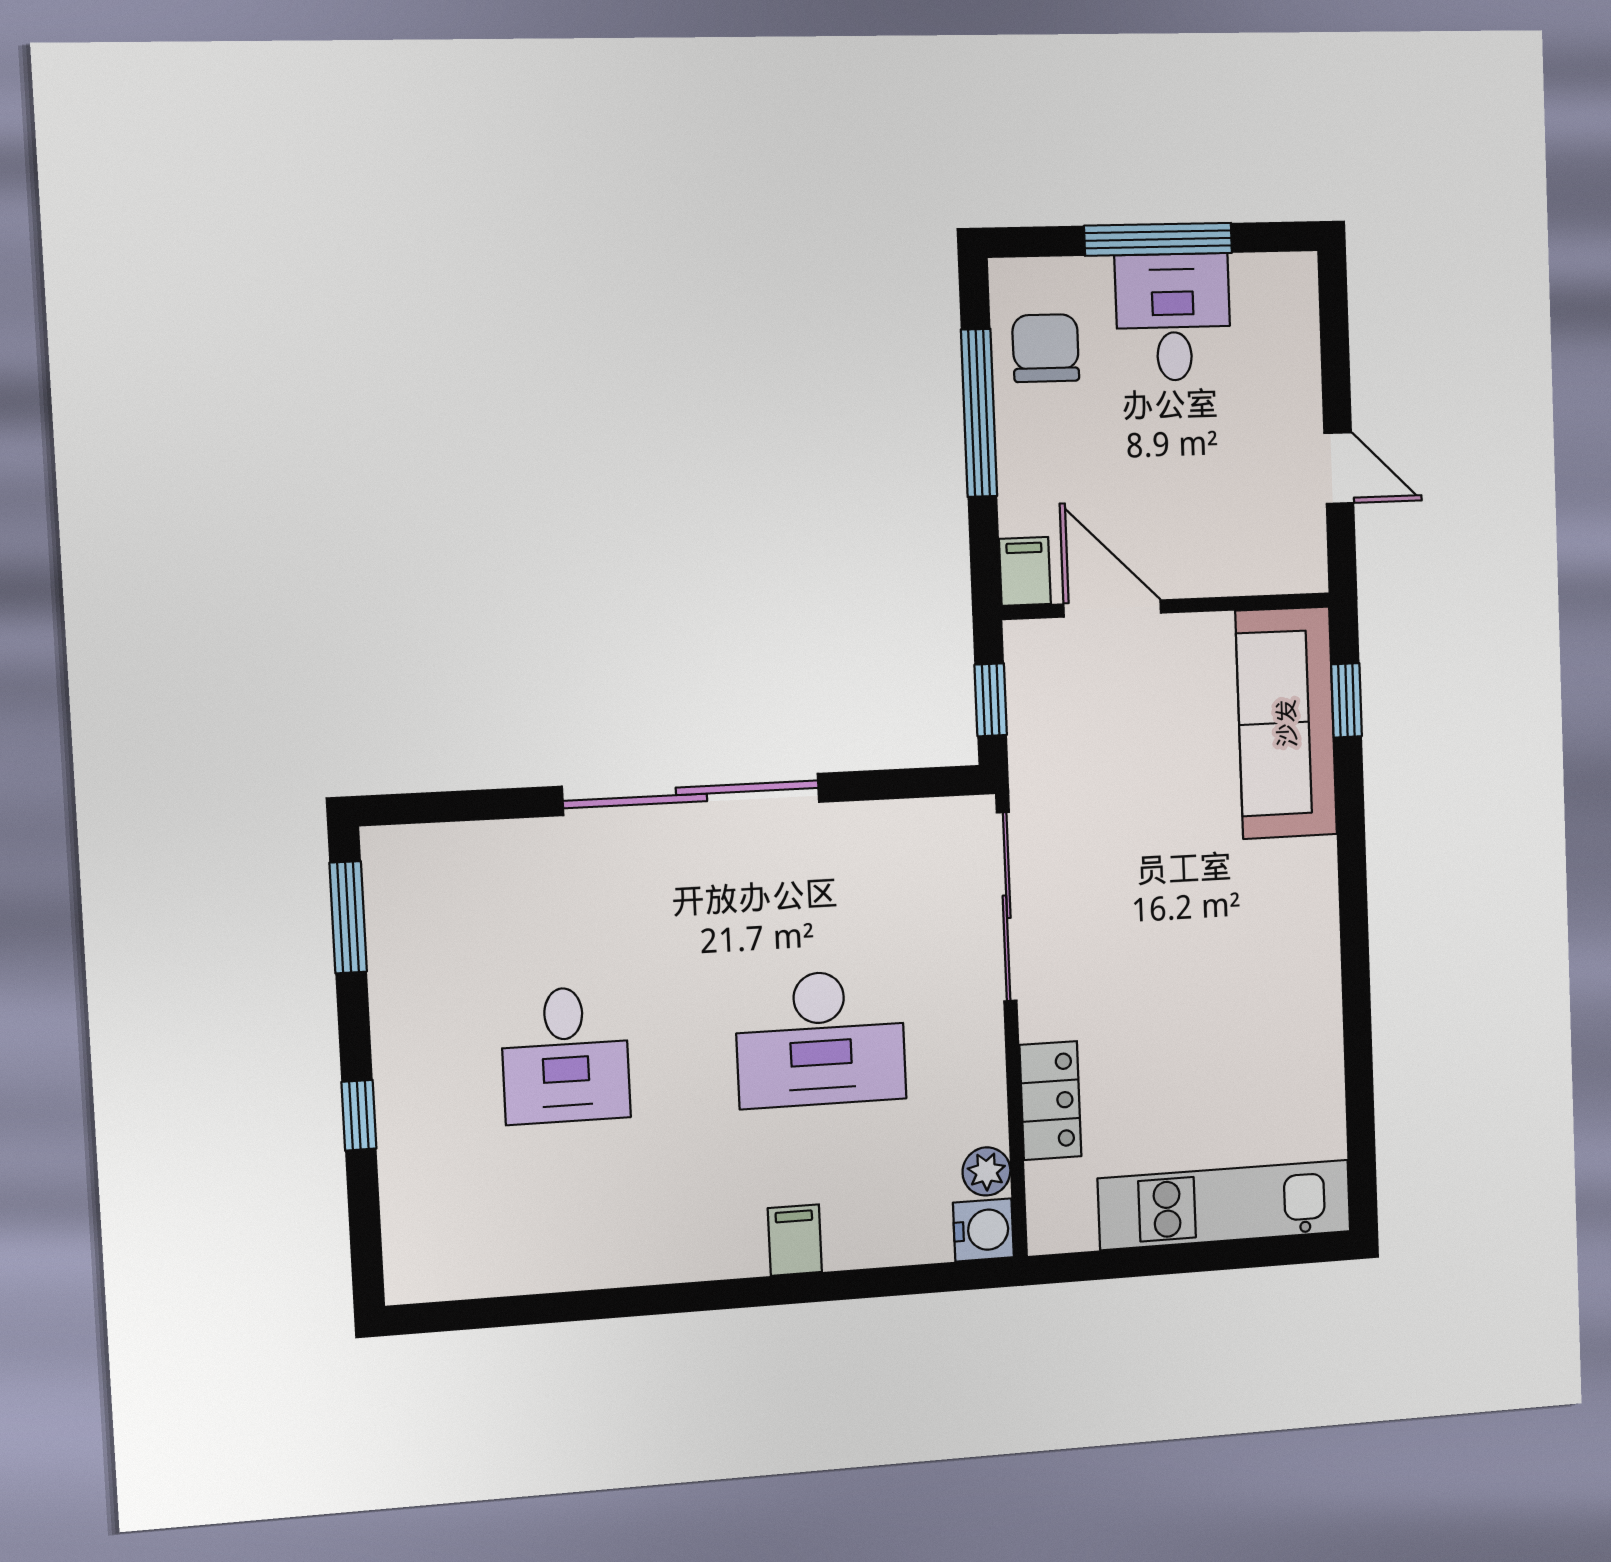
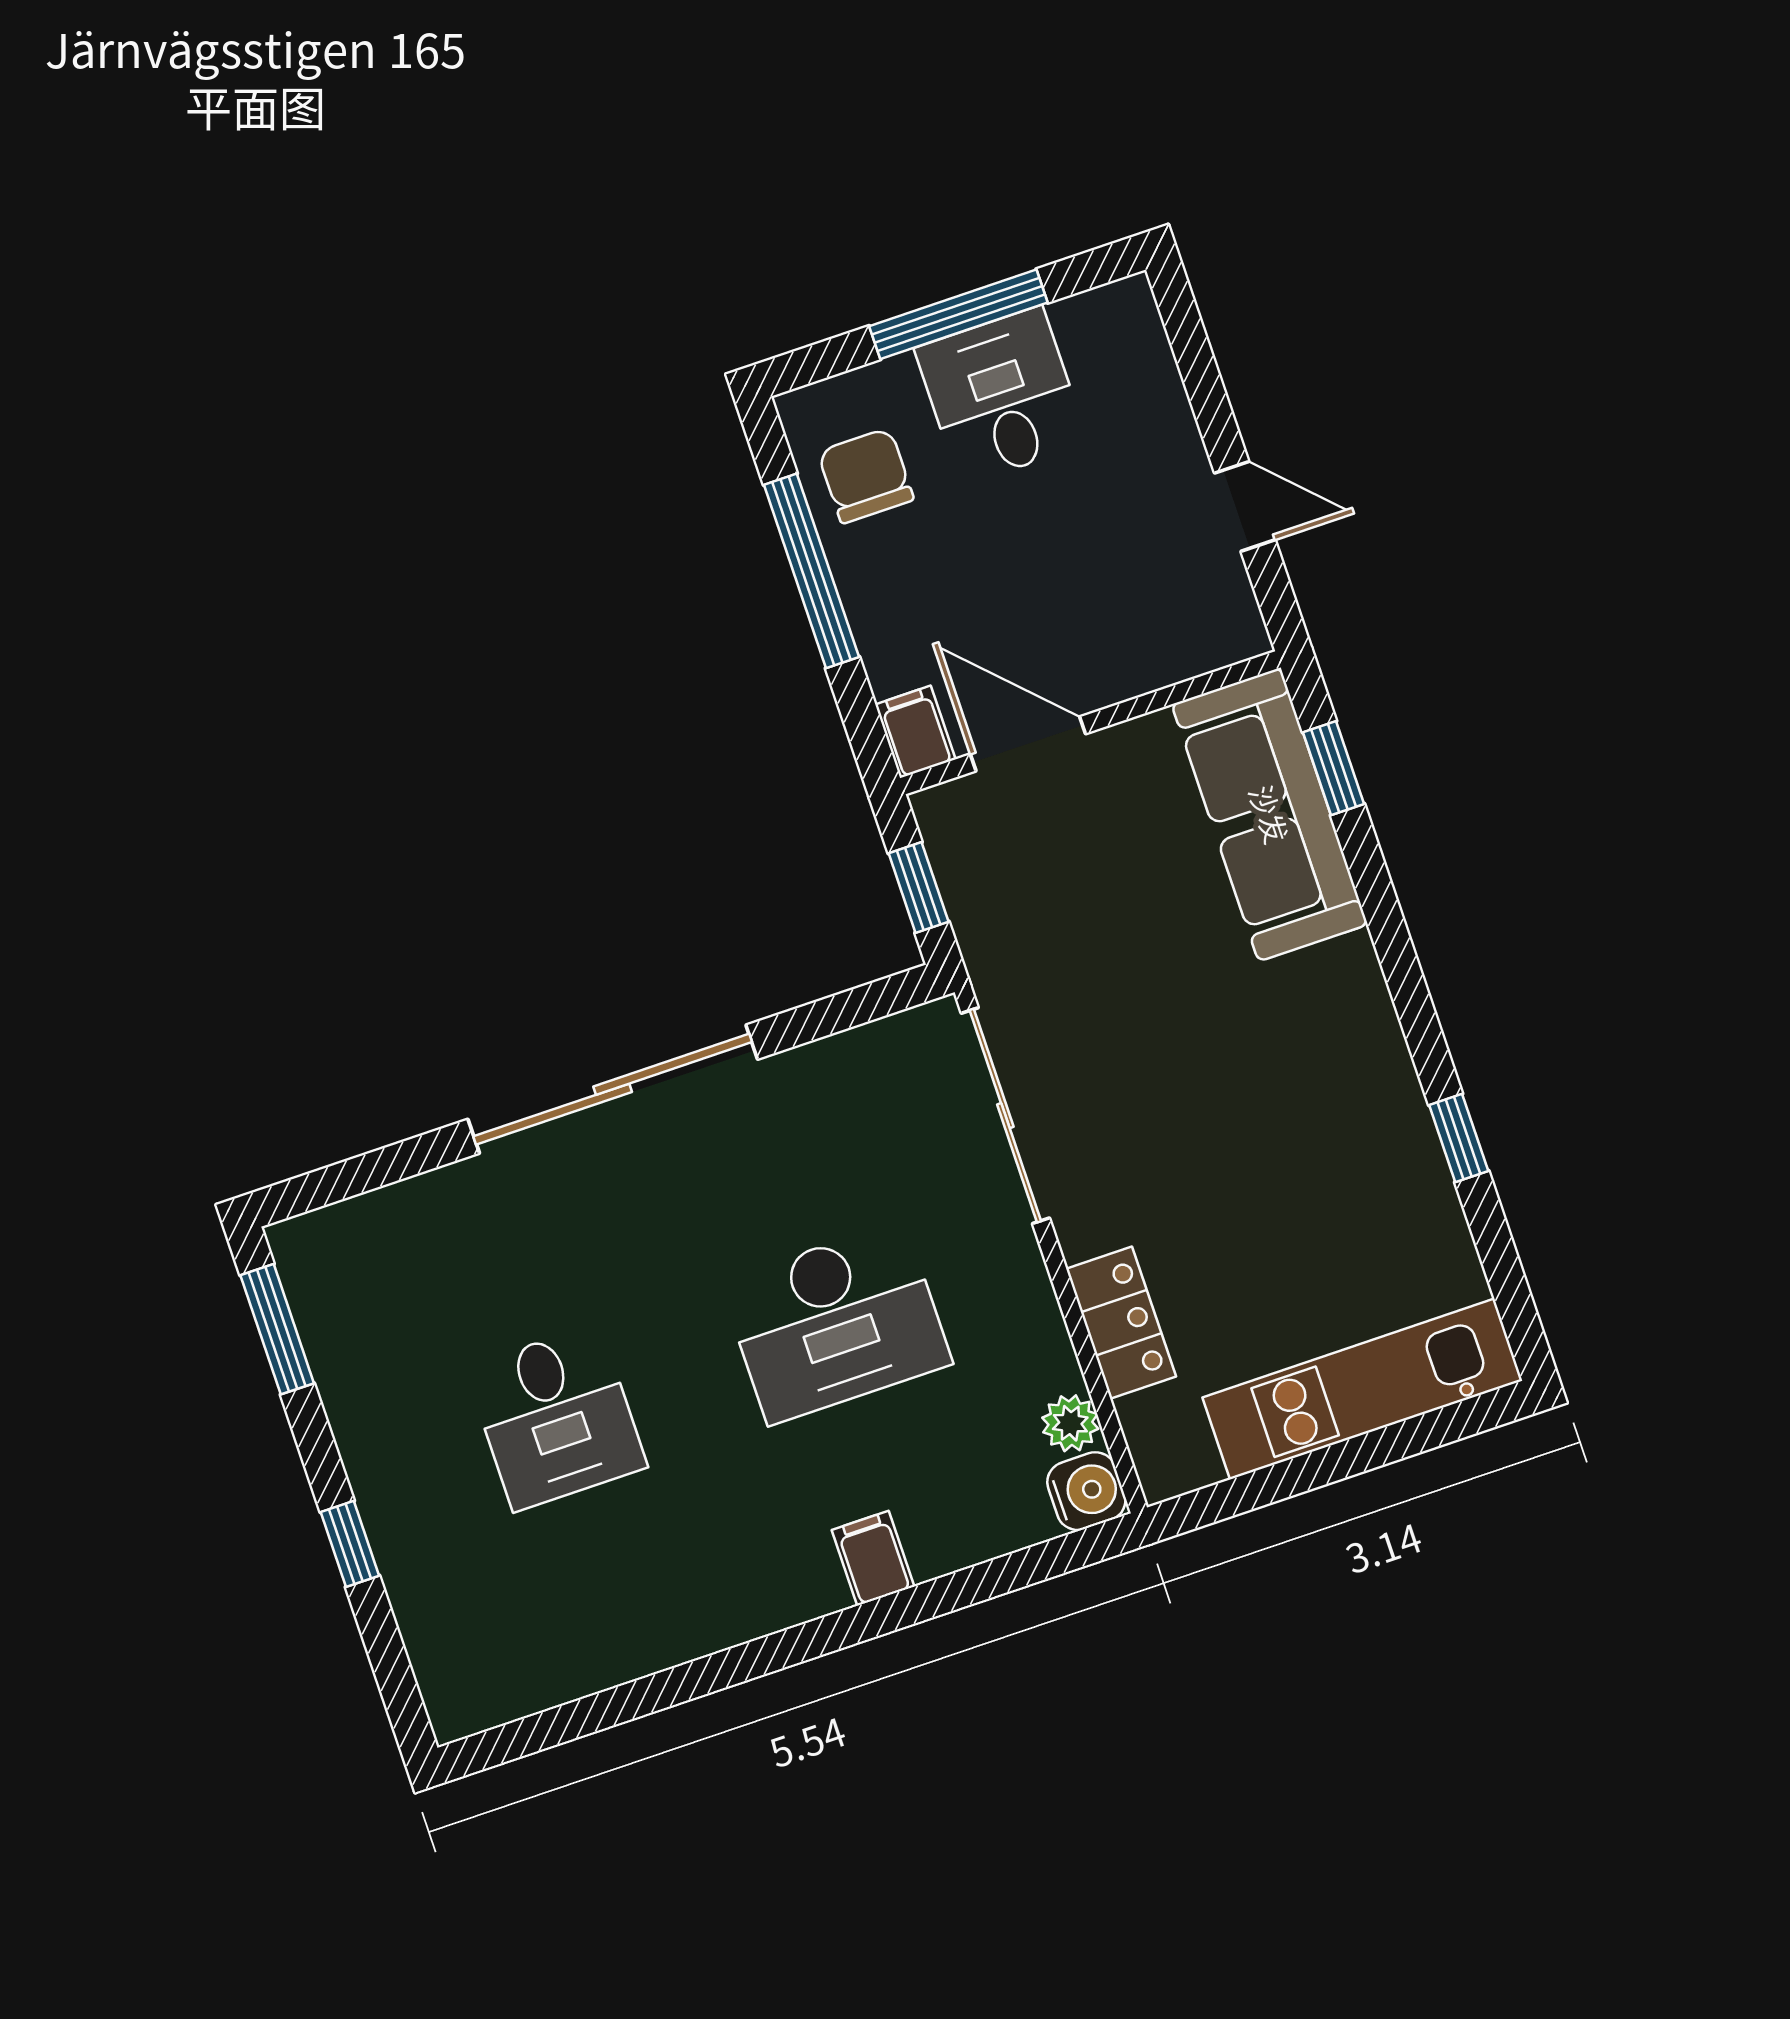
window: (1357, 1025) -> (1459, 1138), added

